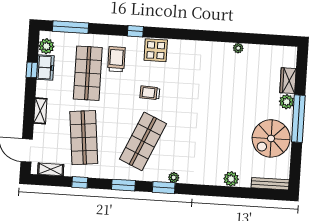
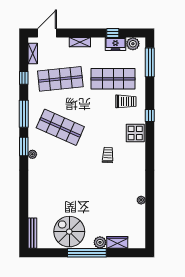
trolley: (150, 93) -> (108, 155), moved
plant: (231, 179) -> (34, 201), removed
window: (123, 185) -> (24, 114), width x1.44

